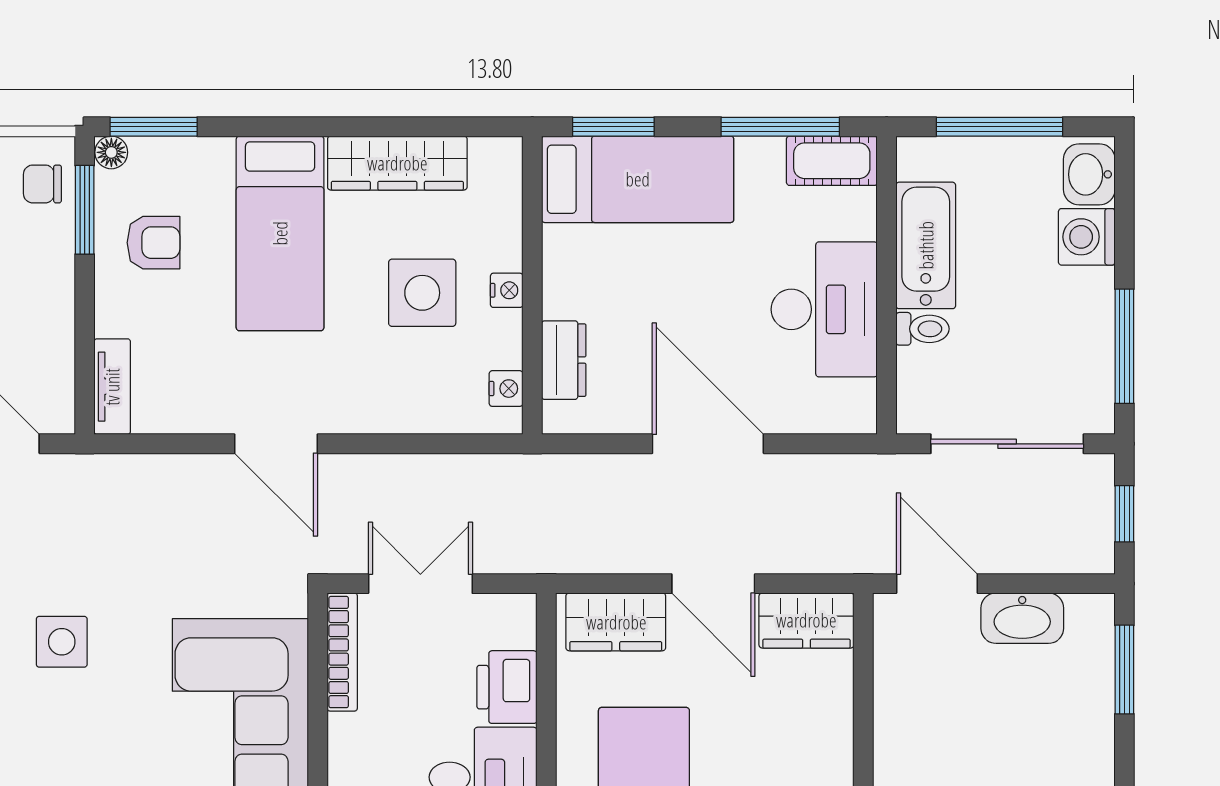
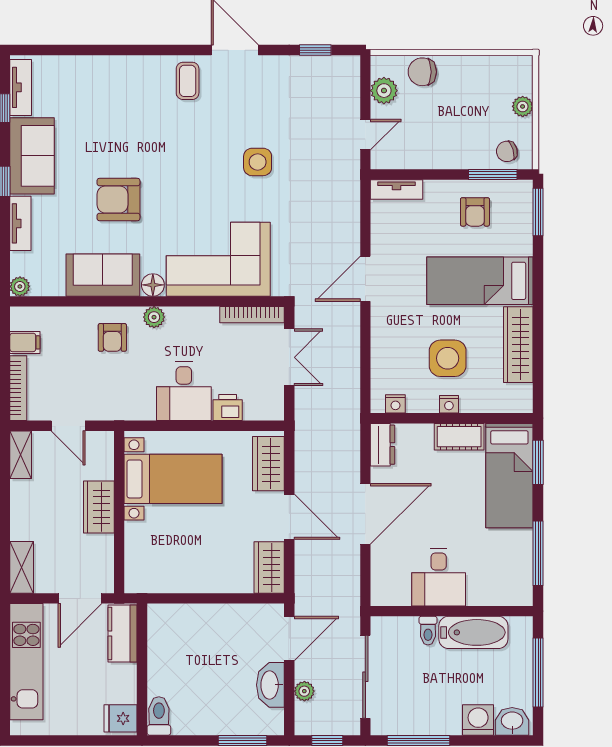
floor lamp: (111, 152) -> (524, 189), removed
cot: (832, 161) -> (459, 437), moved, turned 90
chair: (42, 184) -> (507, 151), turned -107
desk: (824, 309) -> (439, 577), width x0.73
dresser: (564, 360) -> (383, 445), moved, turned -90
plant: (1034, 556) -> (304, 691), added
door: (713, 584) -> (289, 517), swing flipped
printer: (507, 687) -> (228, 408), width x0.73, depth x0.81

